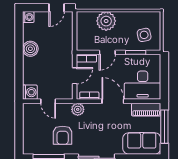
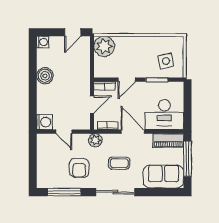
plant: (106, 21) -> (104, 46), moved
coffee table: (100, 131) -> (119, 163), added

